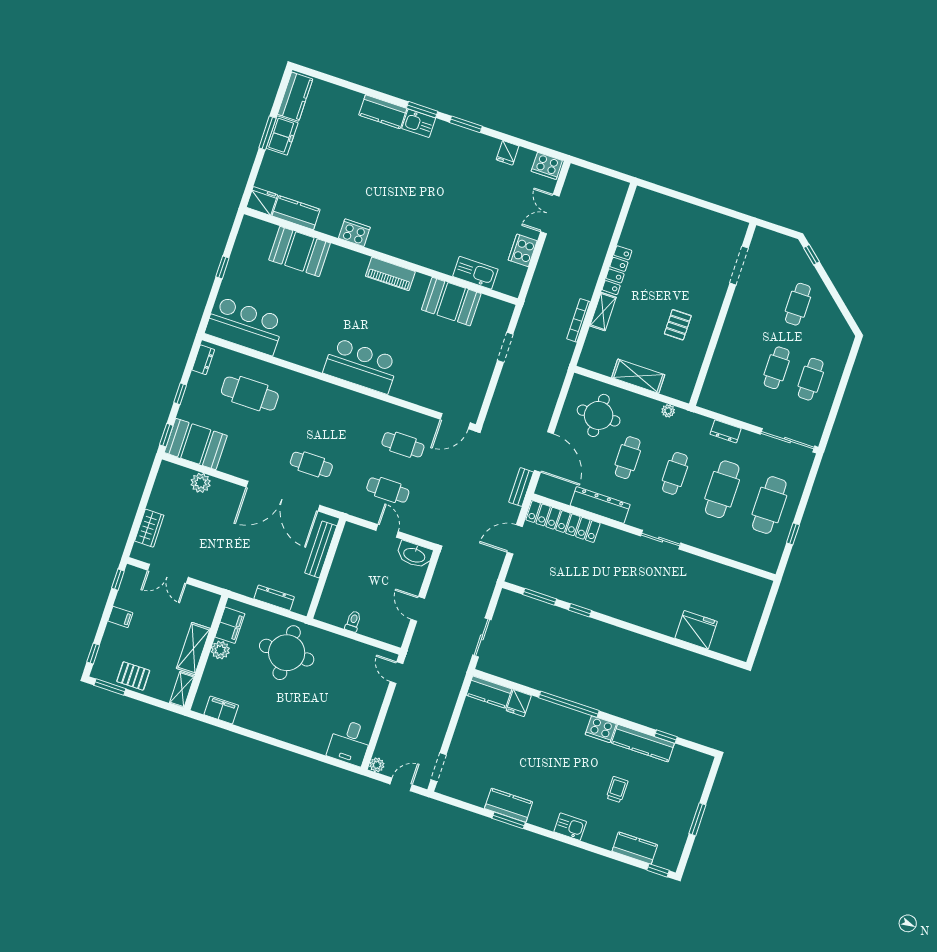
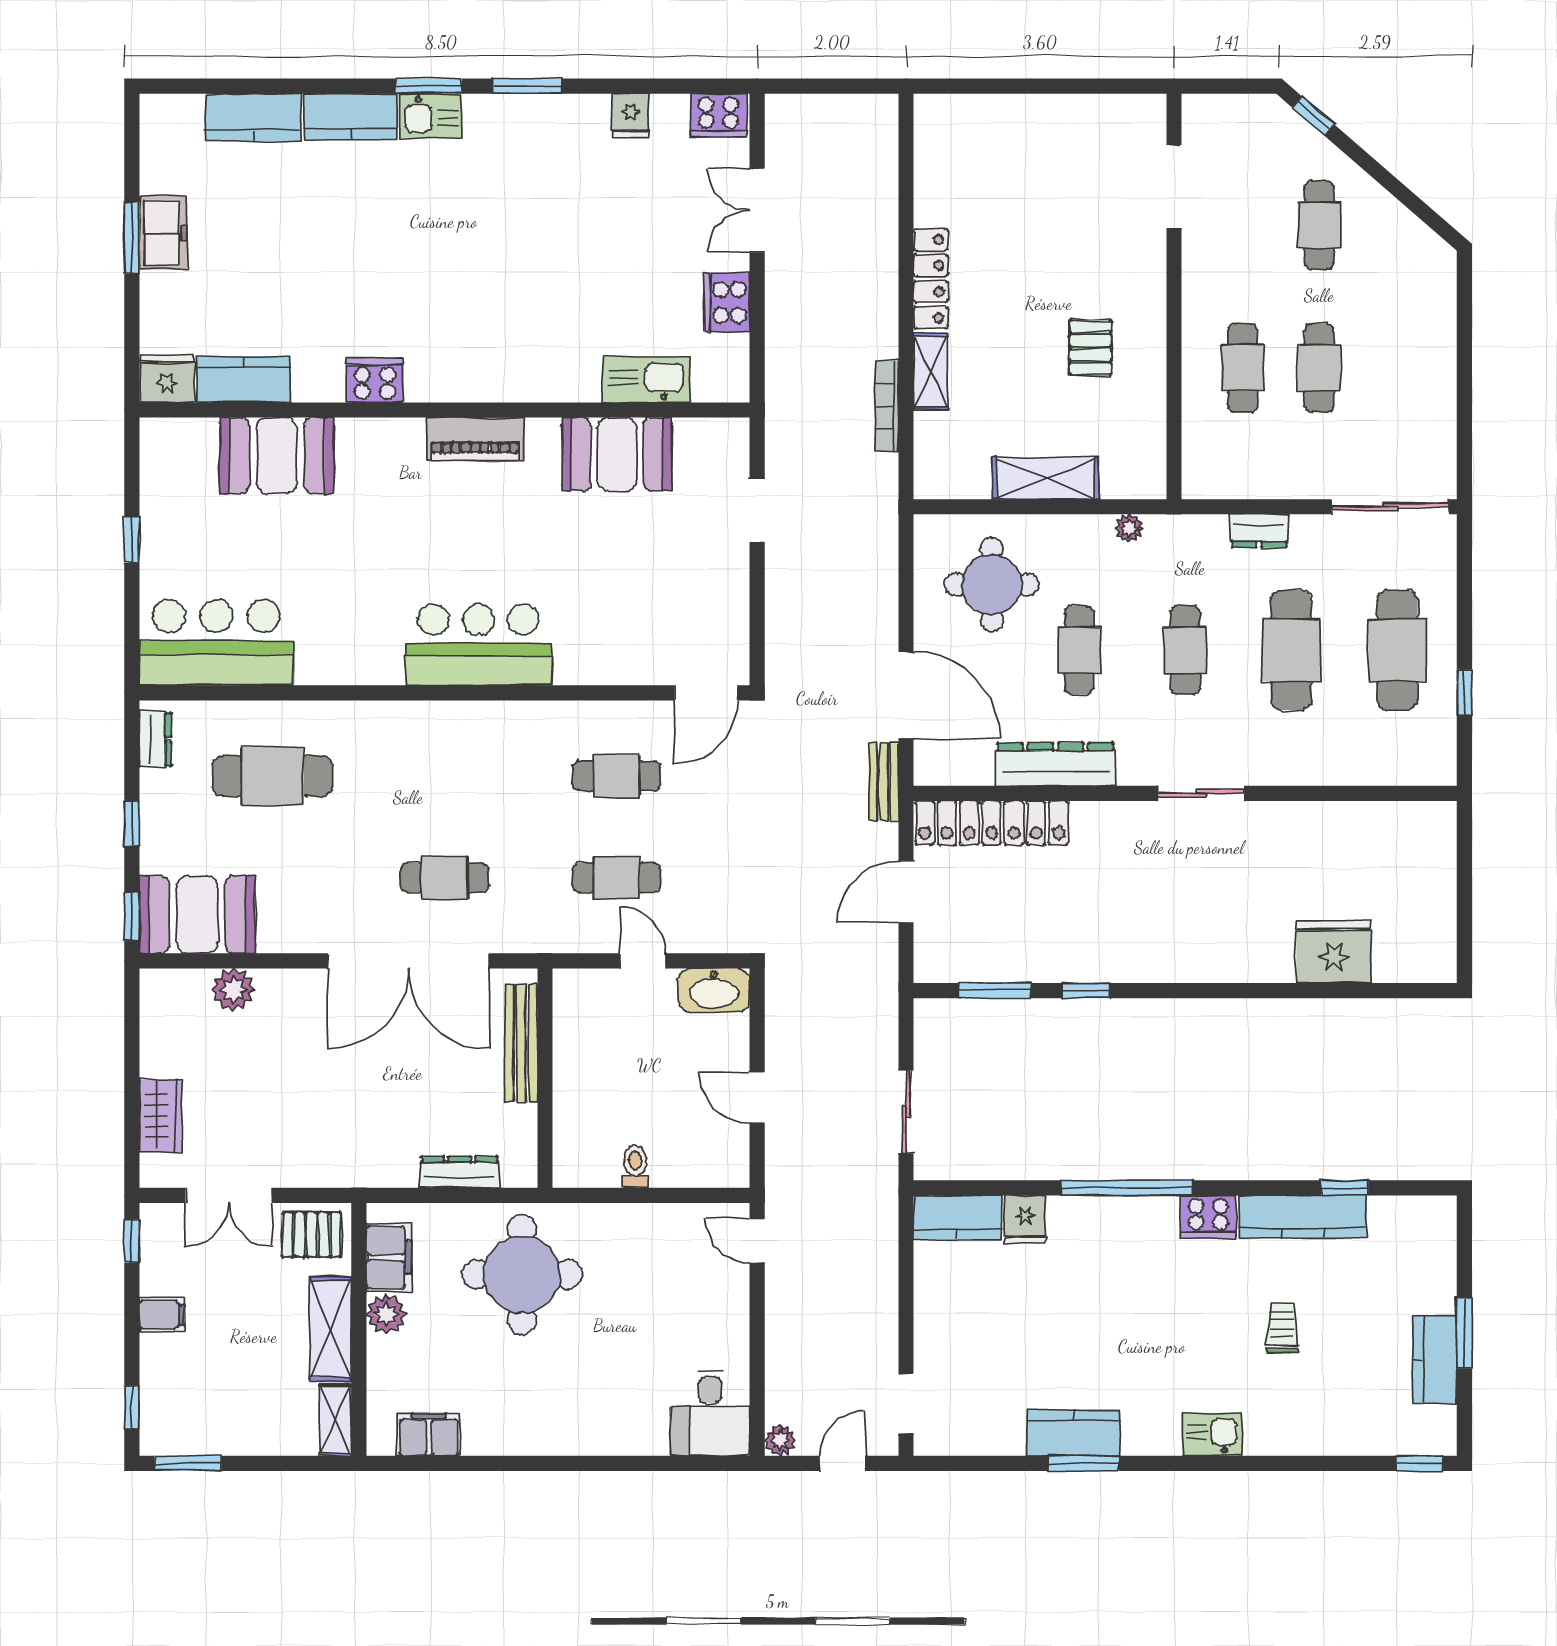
kitchen counter: (295, 97) -> (253, 117), moved, turned 90
cafe table: (811, 379) -> (1243, 368), moved
pallet: (133, 676) -> (312, 1235), moved
kitchen counter: (635, 848) -> (1435, 1359), moved, turned -90

